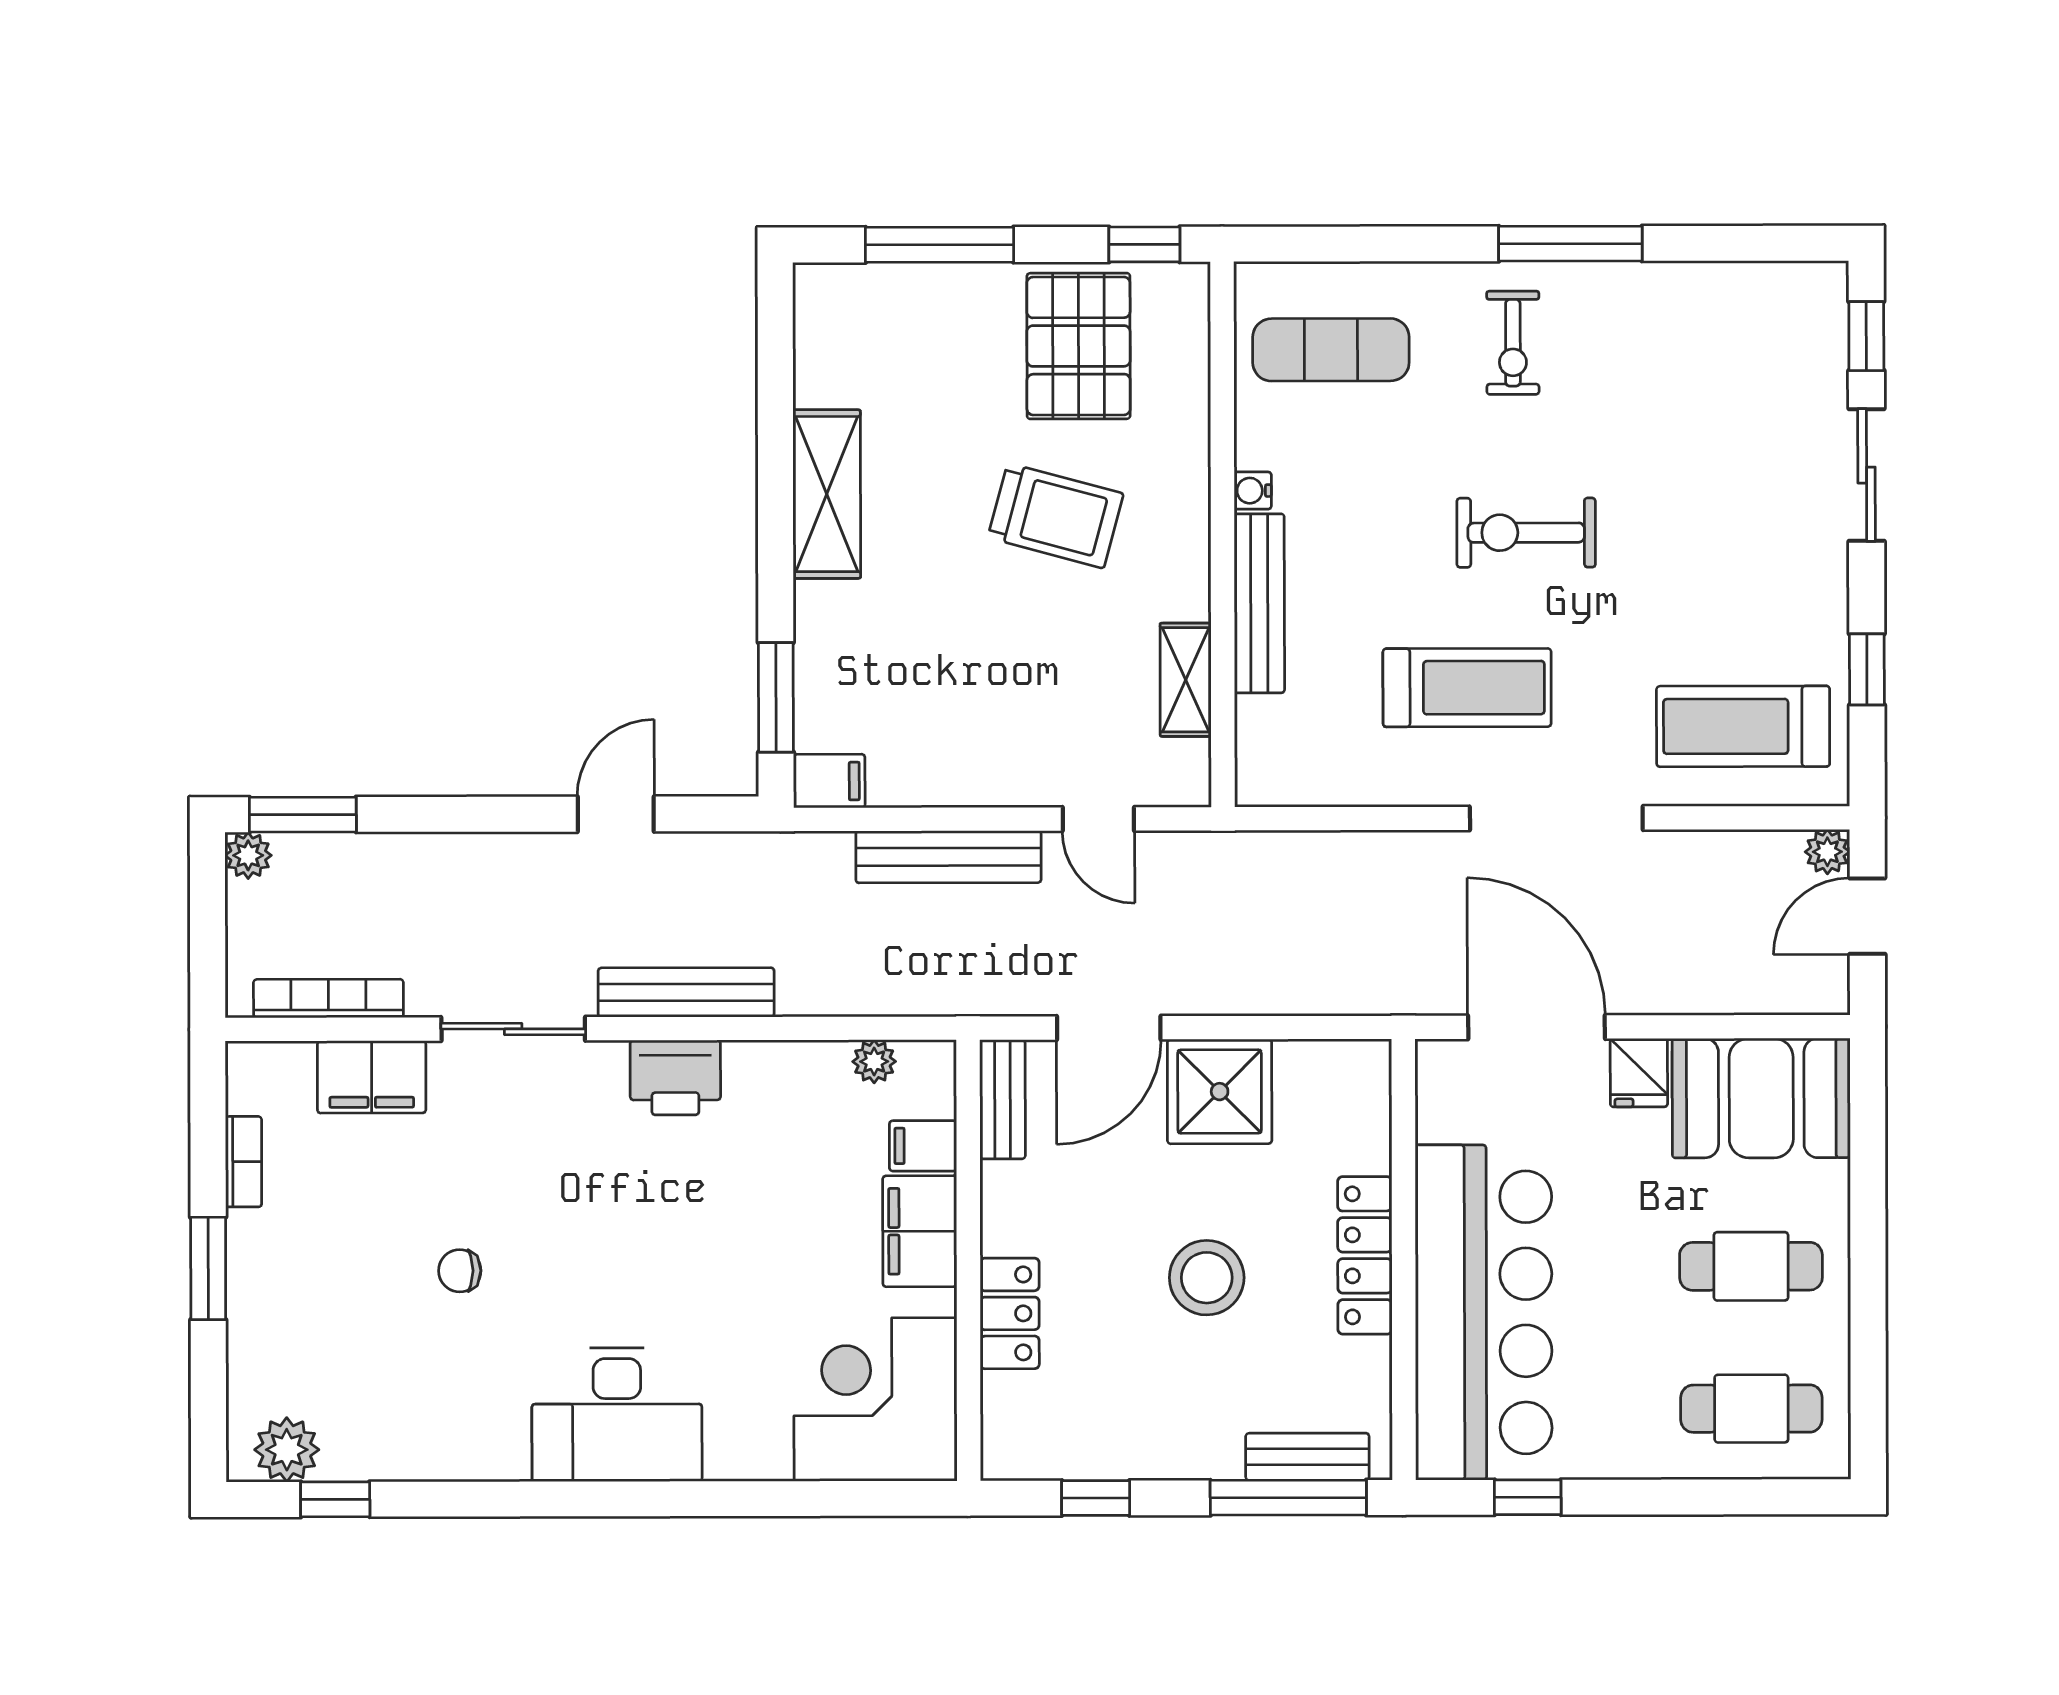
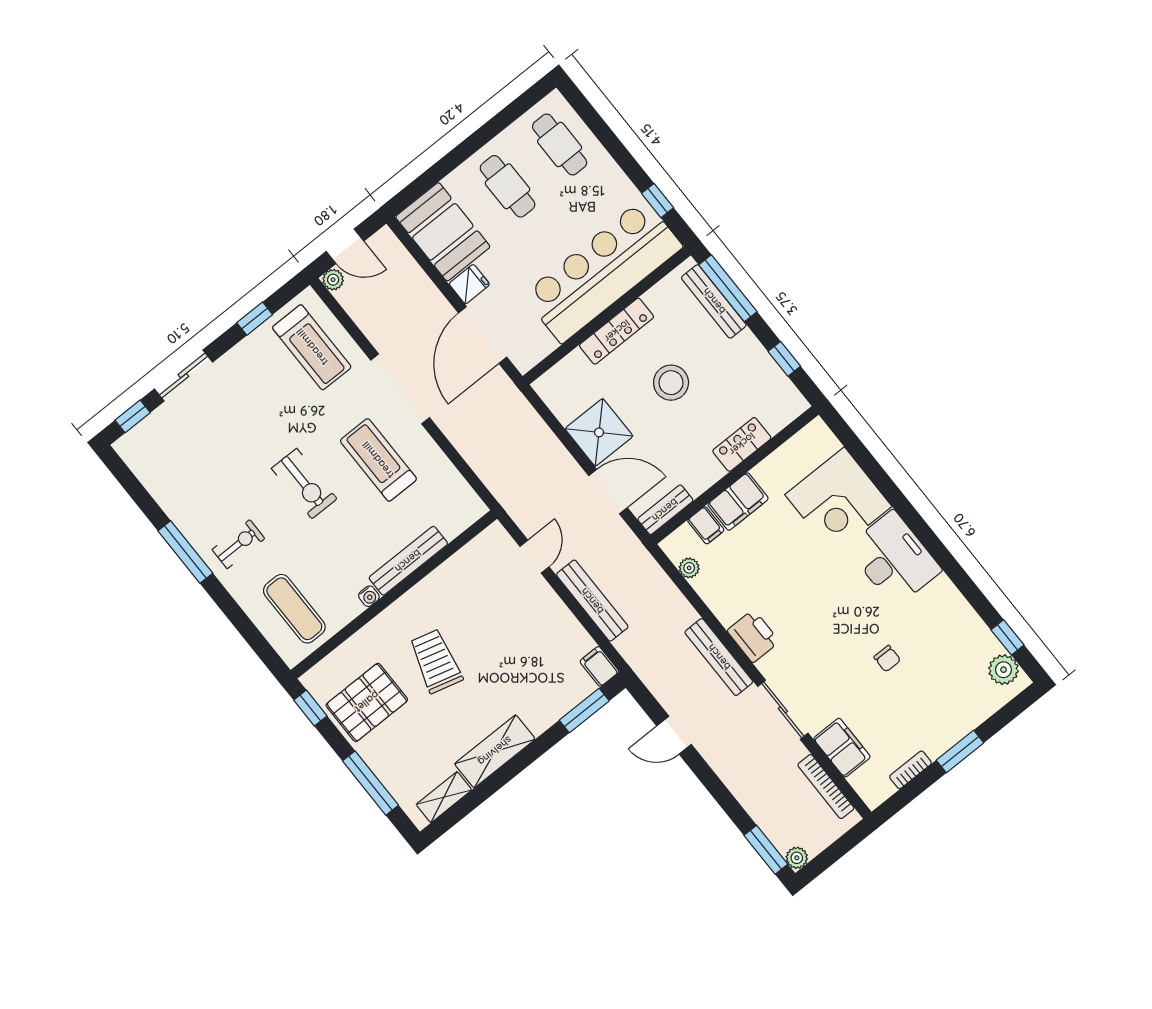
shelving: (1186, 680) -> (444, 797), moved
corner desk: (876, 1399) -> (838, 500), moved
bench: (1307, 1457) -> (714, 301), width x1.36

